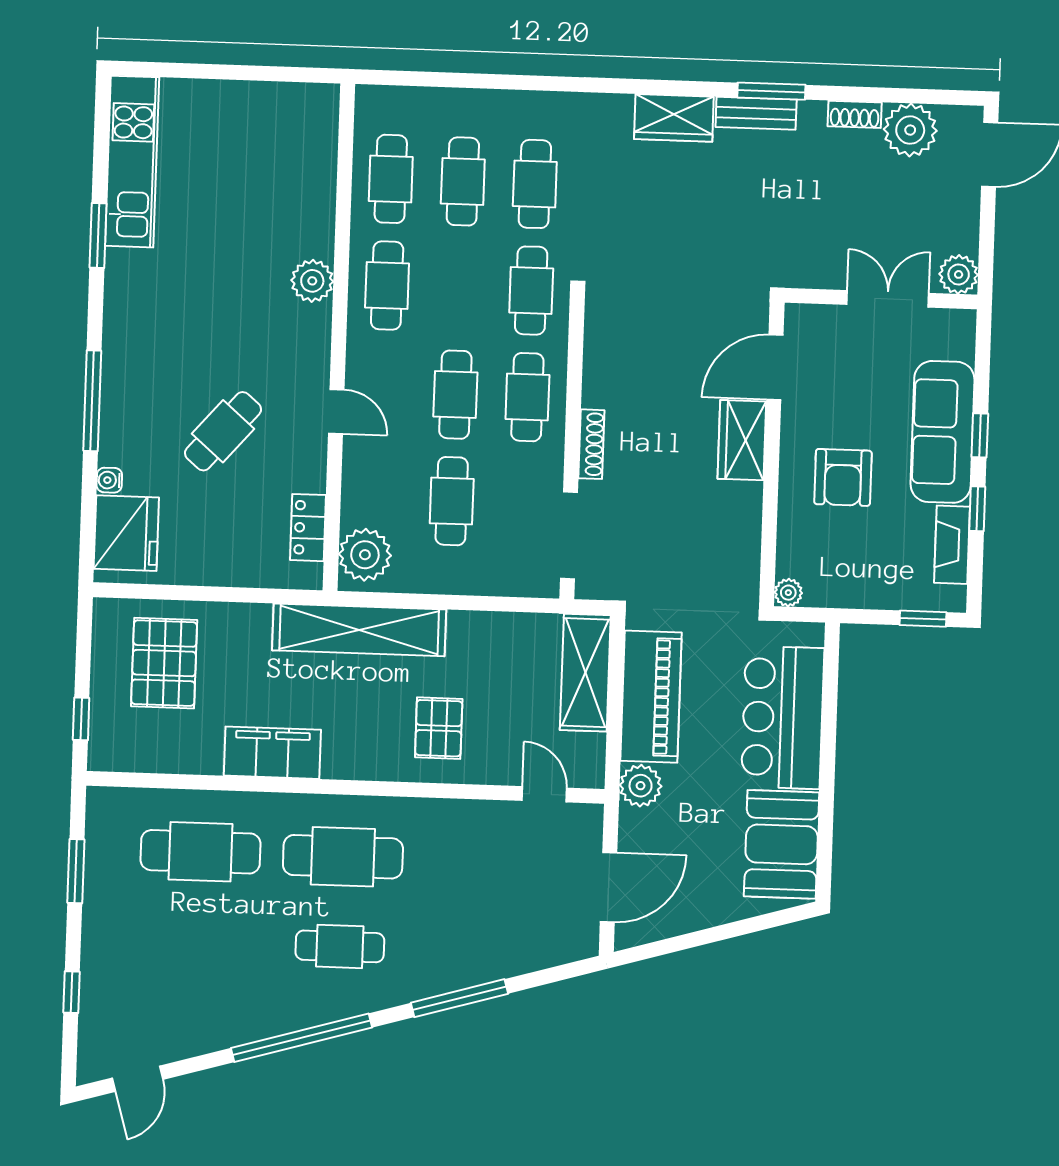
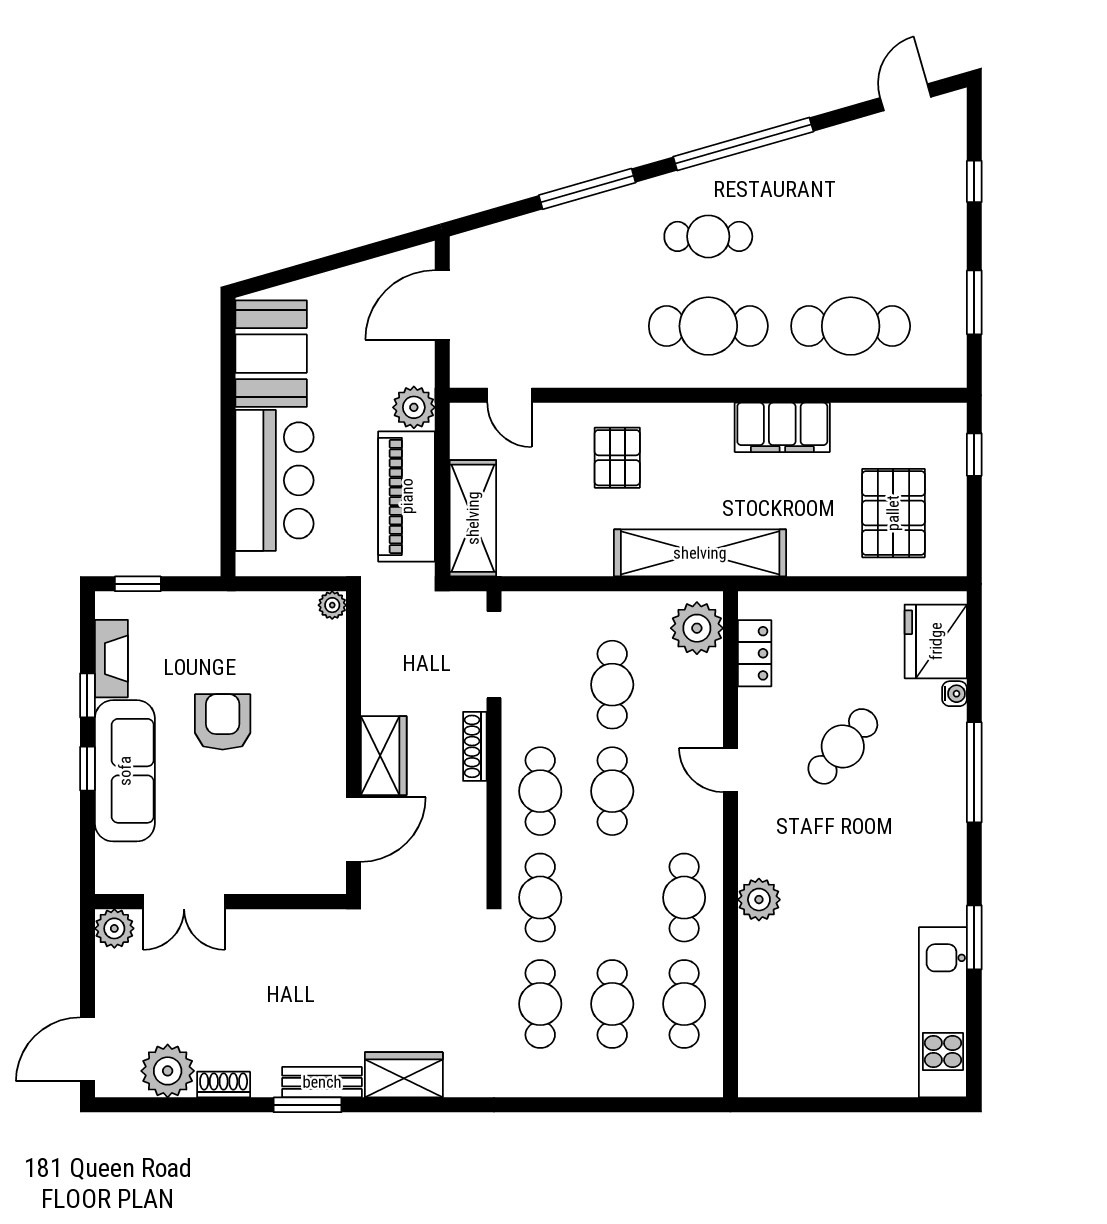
door: (775, 367) -> (354, 829), moved
wardrobe: (742, 440) -> (384, 756), moved
wall: (772, 454) -> (354, 743), moved
plant: (788, 593) -> (332, 605), moved

